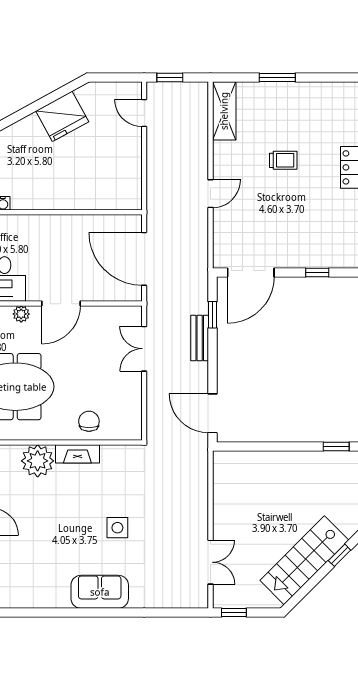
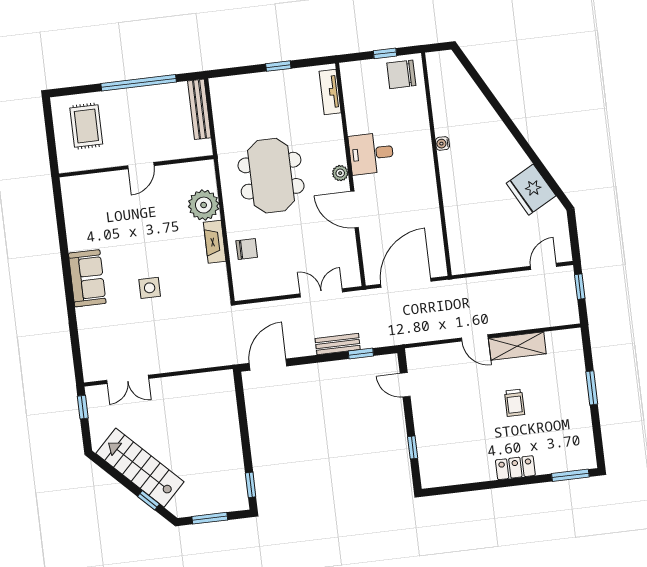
shelving: (224, 111) -> (517, 346), moved
door: (251, 272) -> (405, 385), width x0.53

